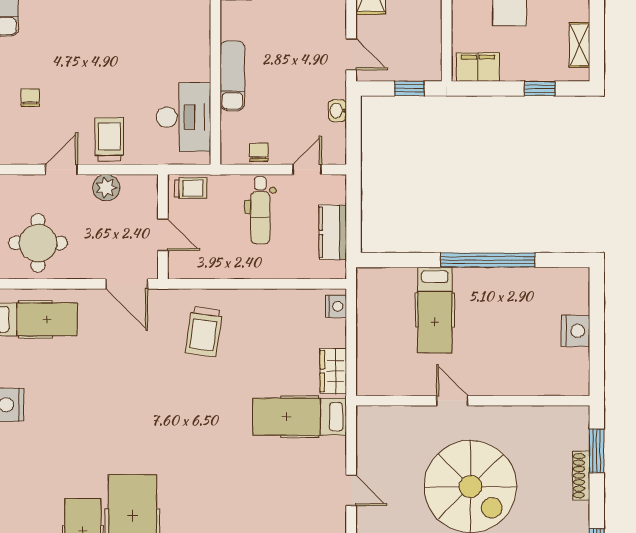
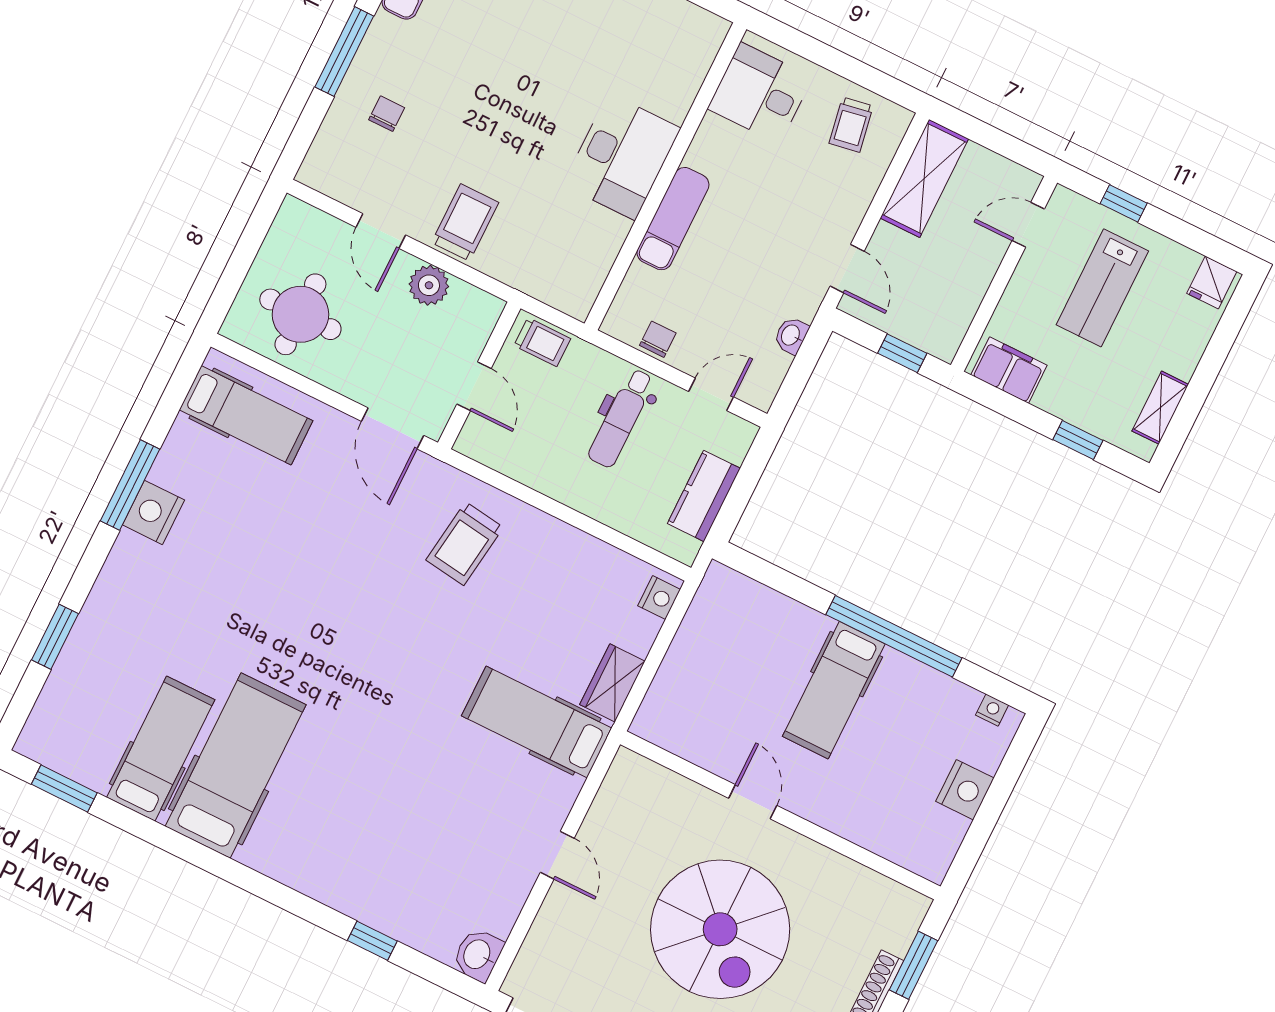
desk: (183, 117) -> (622, 156), moved
door: (61, 169) -> (381, 231), swing flipped
nightstand: (568, 275) -> (992, 710), added
hospital bed: (435, 310) -> (834, 690), moved

